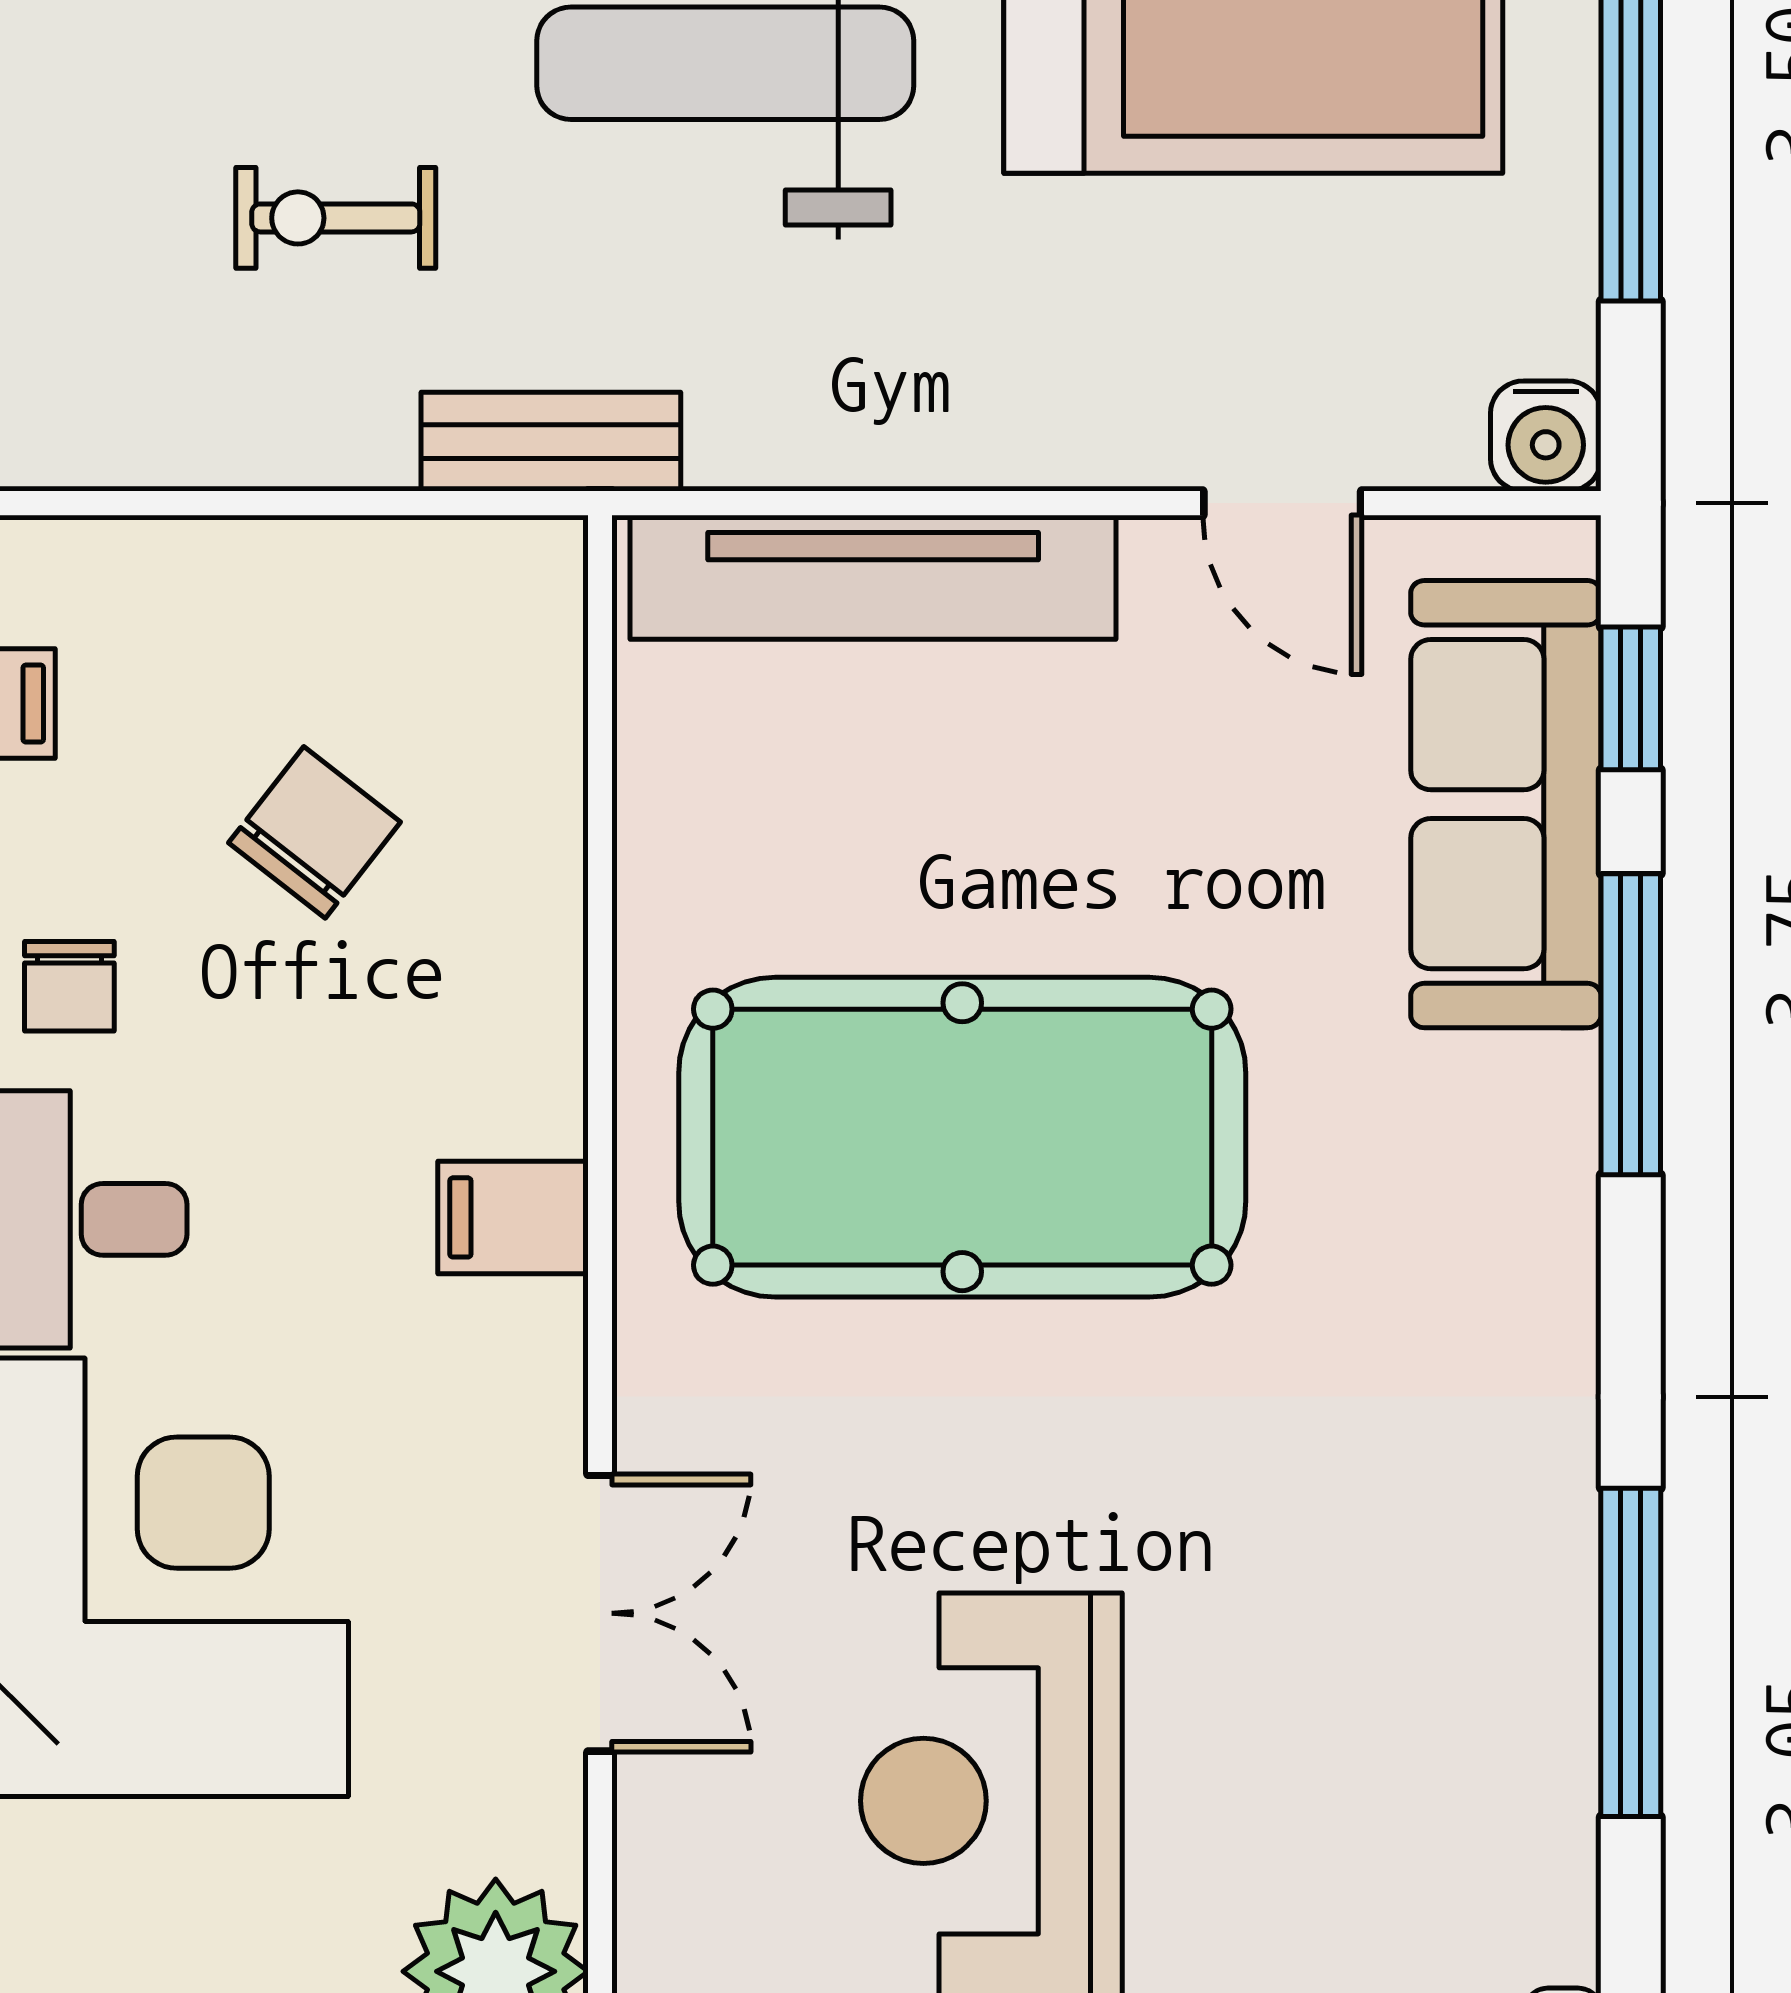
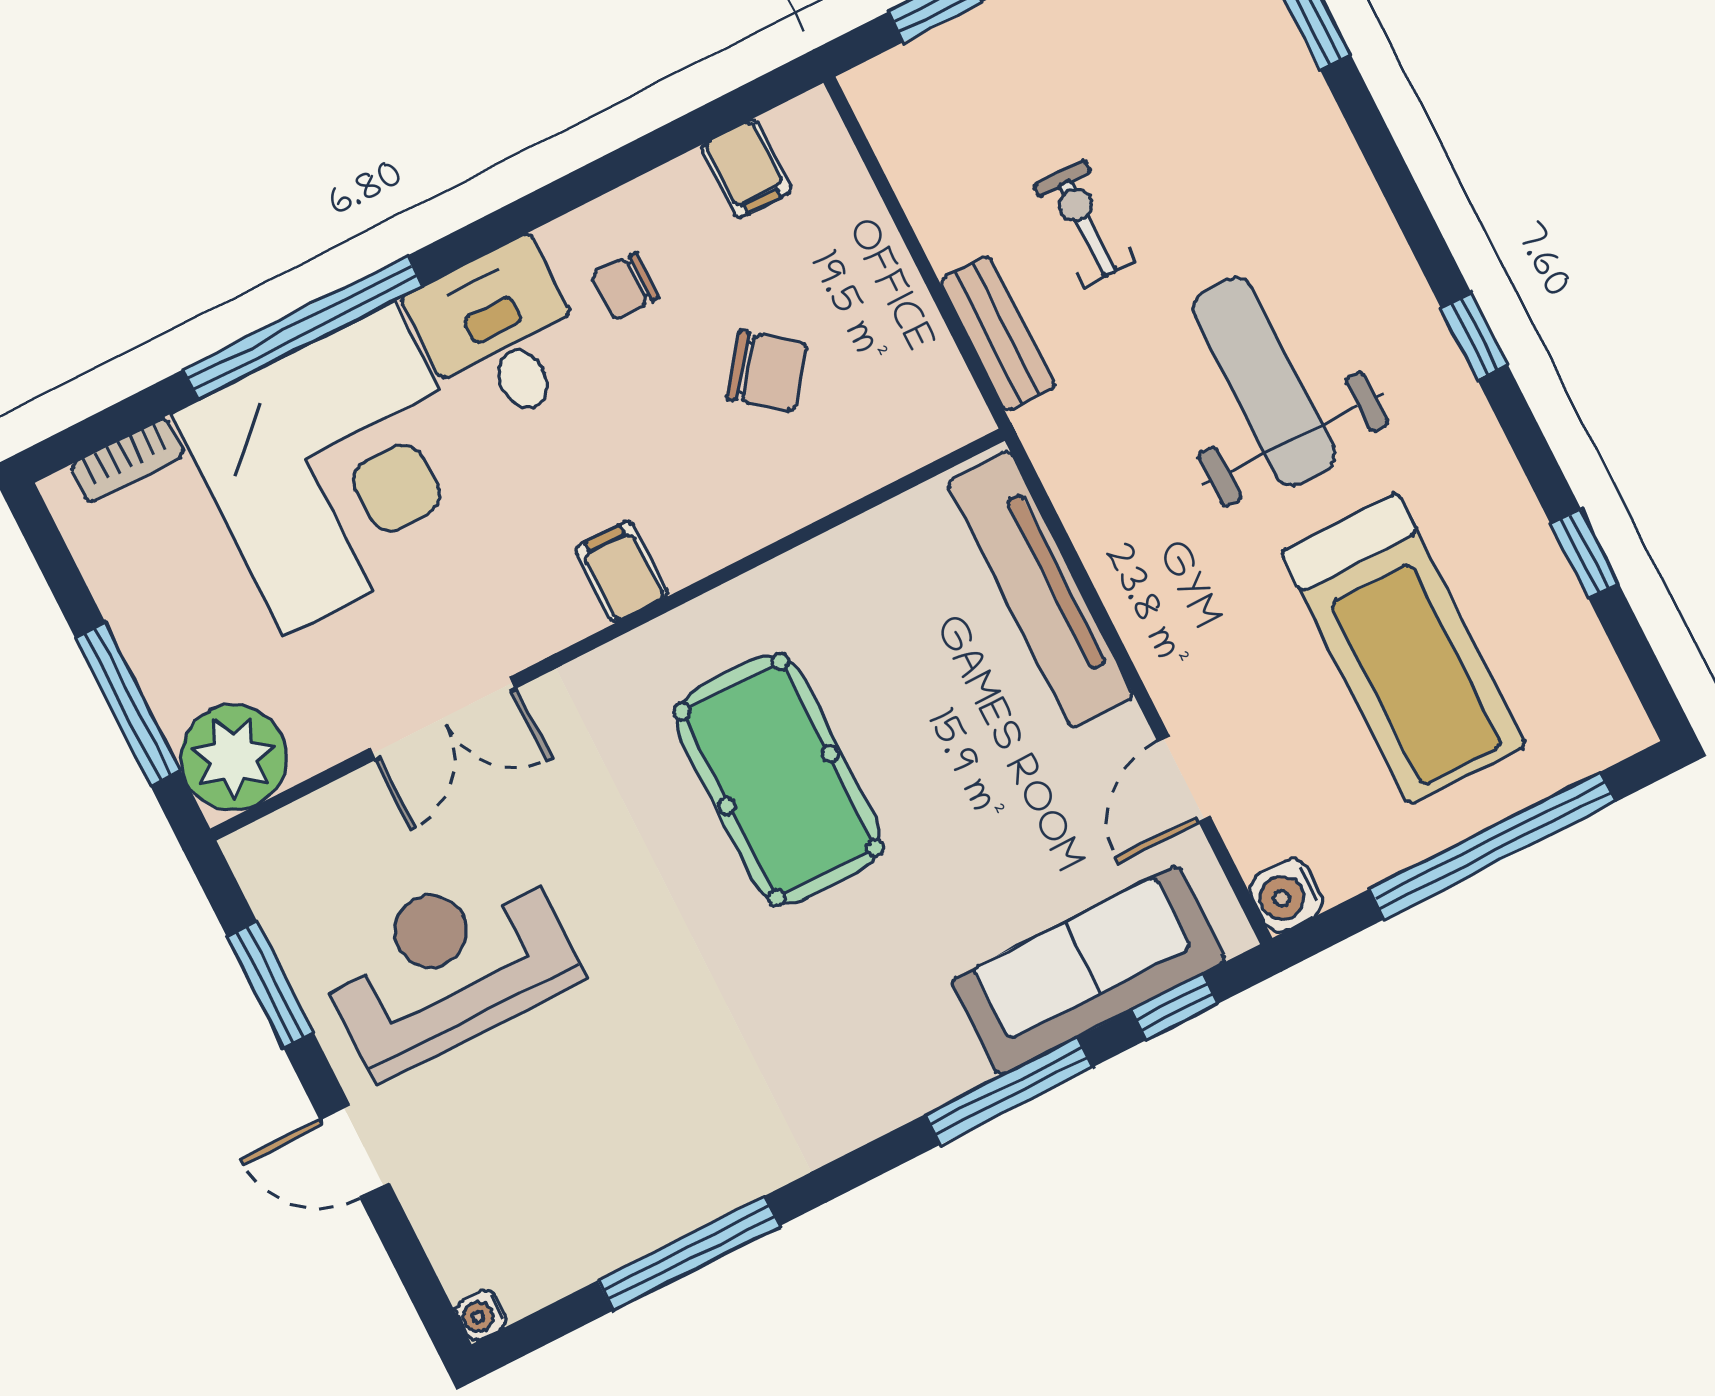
bench: (551, 442) -> (998, 334), moved
pool table: (962, 1137) -> (779, 780), width x0.73, depth x0.76

